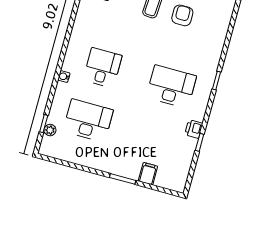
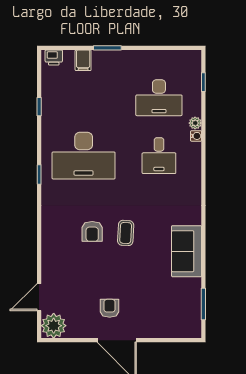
desk: (171, 87) -> (84, 156), width x1.36, depth x1.30
printer: (194, 129) -> (54, 58), moved, turned 90
plant: (50, 130) -> (195, 123), moved

